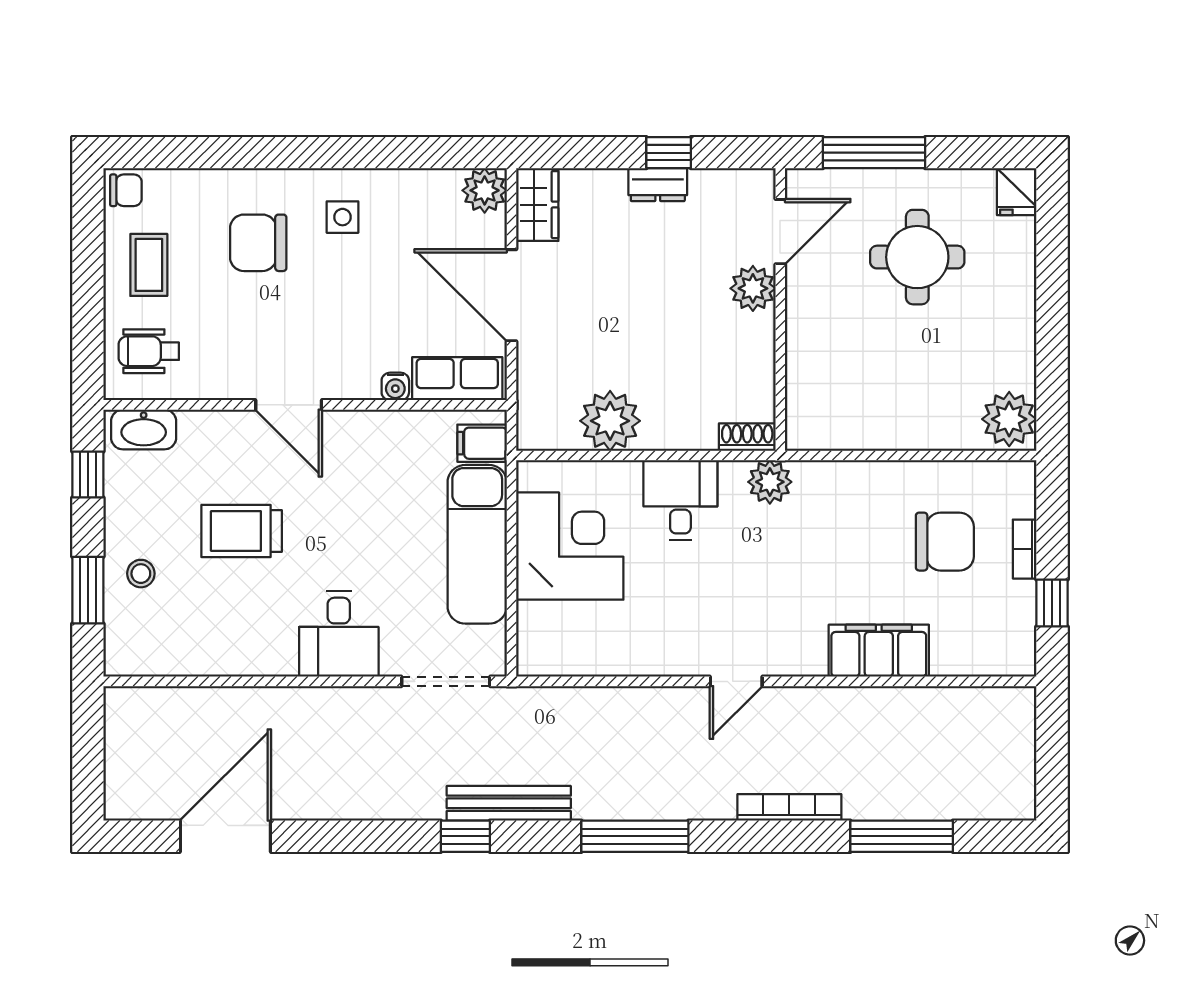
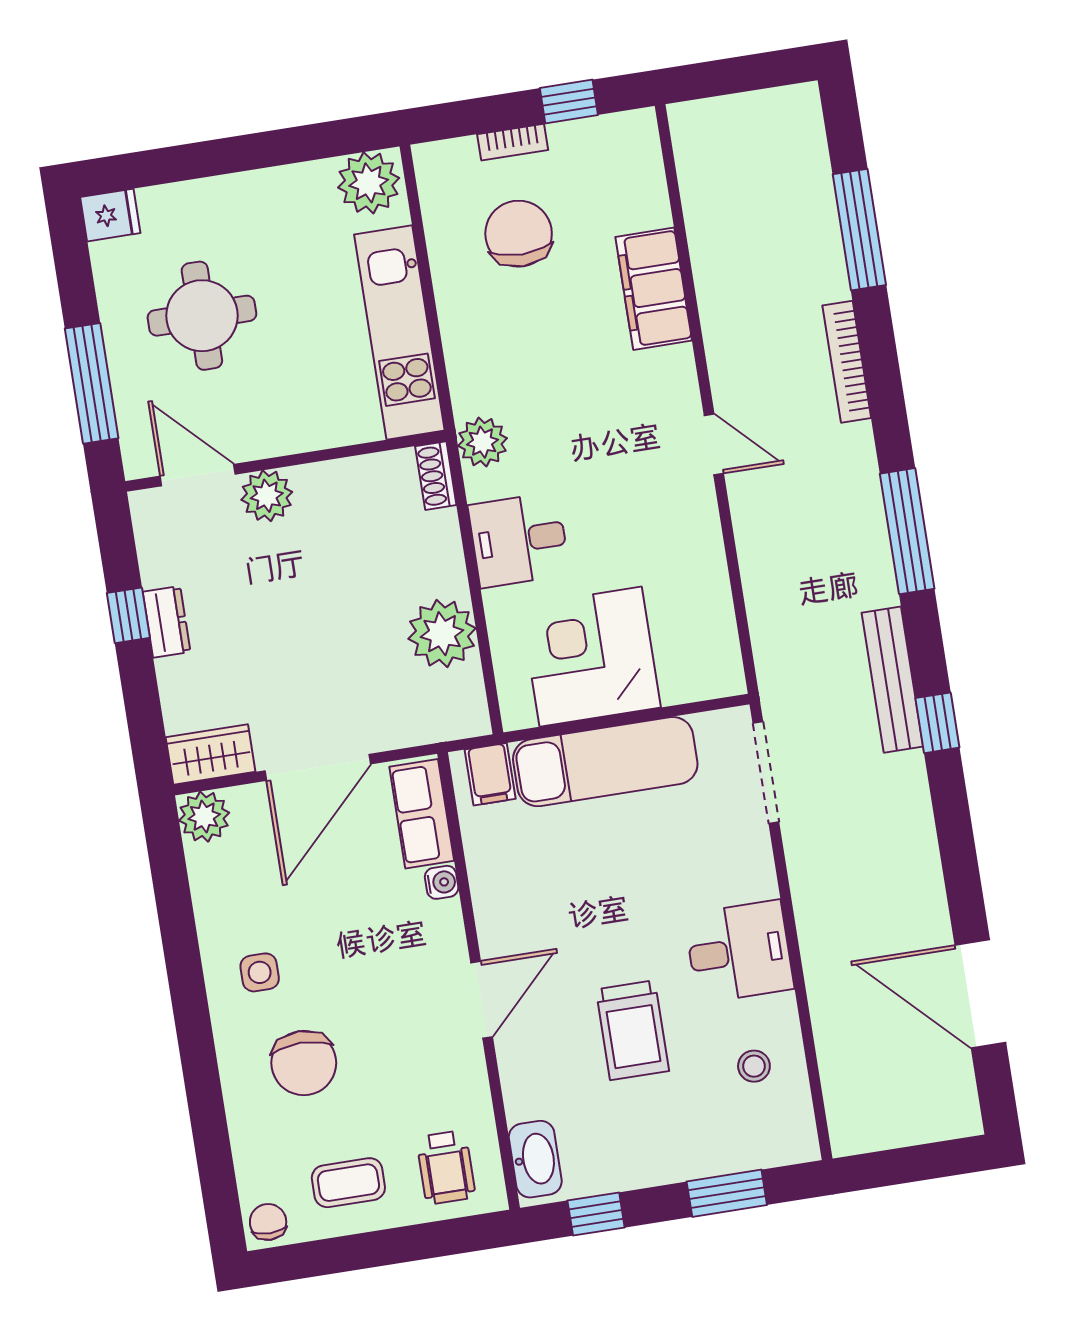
kitchen unit: (876, 425) -> (399, 333), added
stool: (141, 574) -> (754, 1066), moved
desk: (339, 634) -> (739, 952), moved

